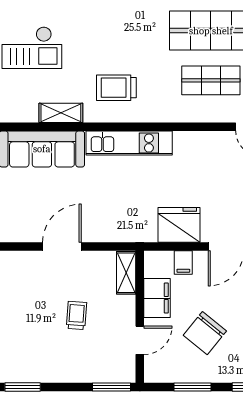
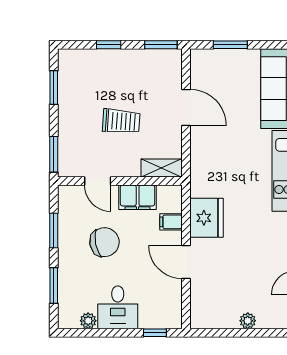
trolley: (77, 315) -> (121, 121), width x1.36, depth x1.39
chair: (205, 333) -> (104, 242), turned 130
window: (23, 387) -> (54, 87), moved

